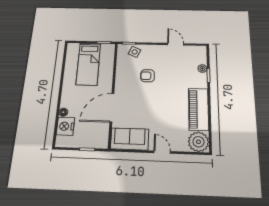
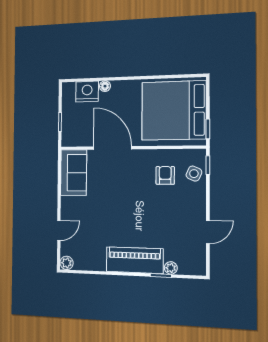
bed: (88, 64) -> (174, 110), width x2.04
armchair: (148, 76) -> (165, 175), moved
piano: (198, 109) -> (135, 260), moved
plant: (199, 142) -> (67, 263), width x0.53, depth x0.53
door: (162, 152) -> (59, 230), moved

